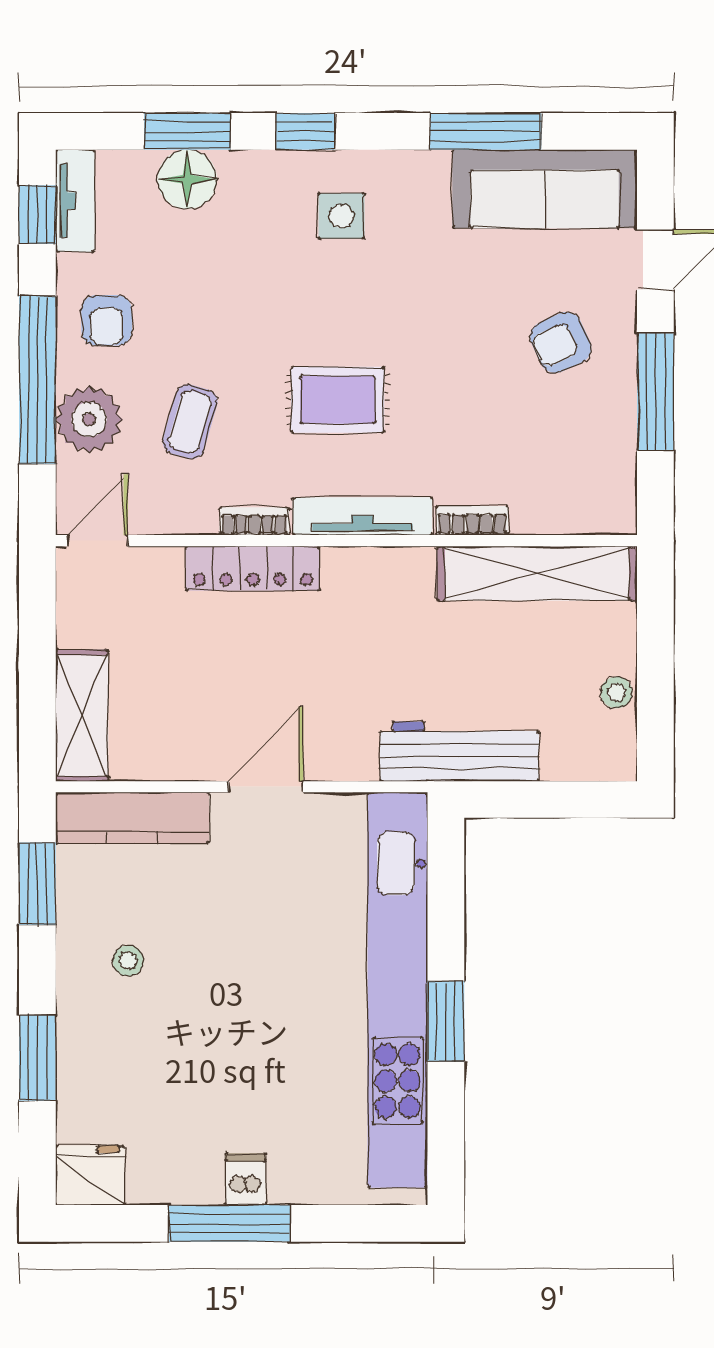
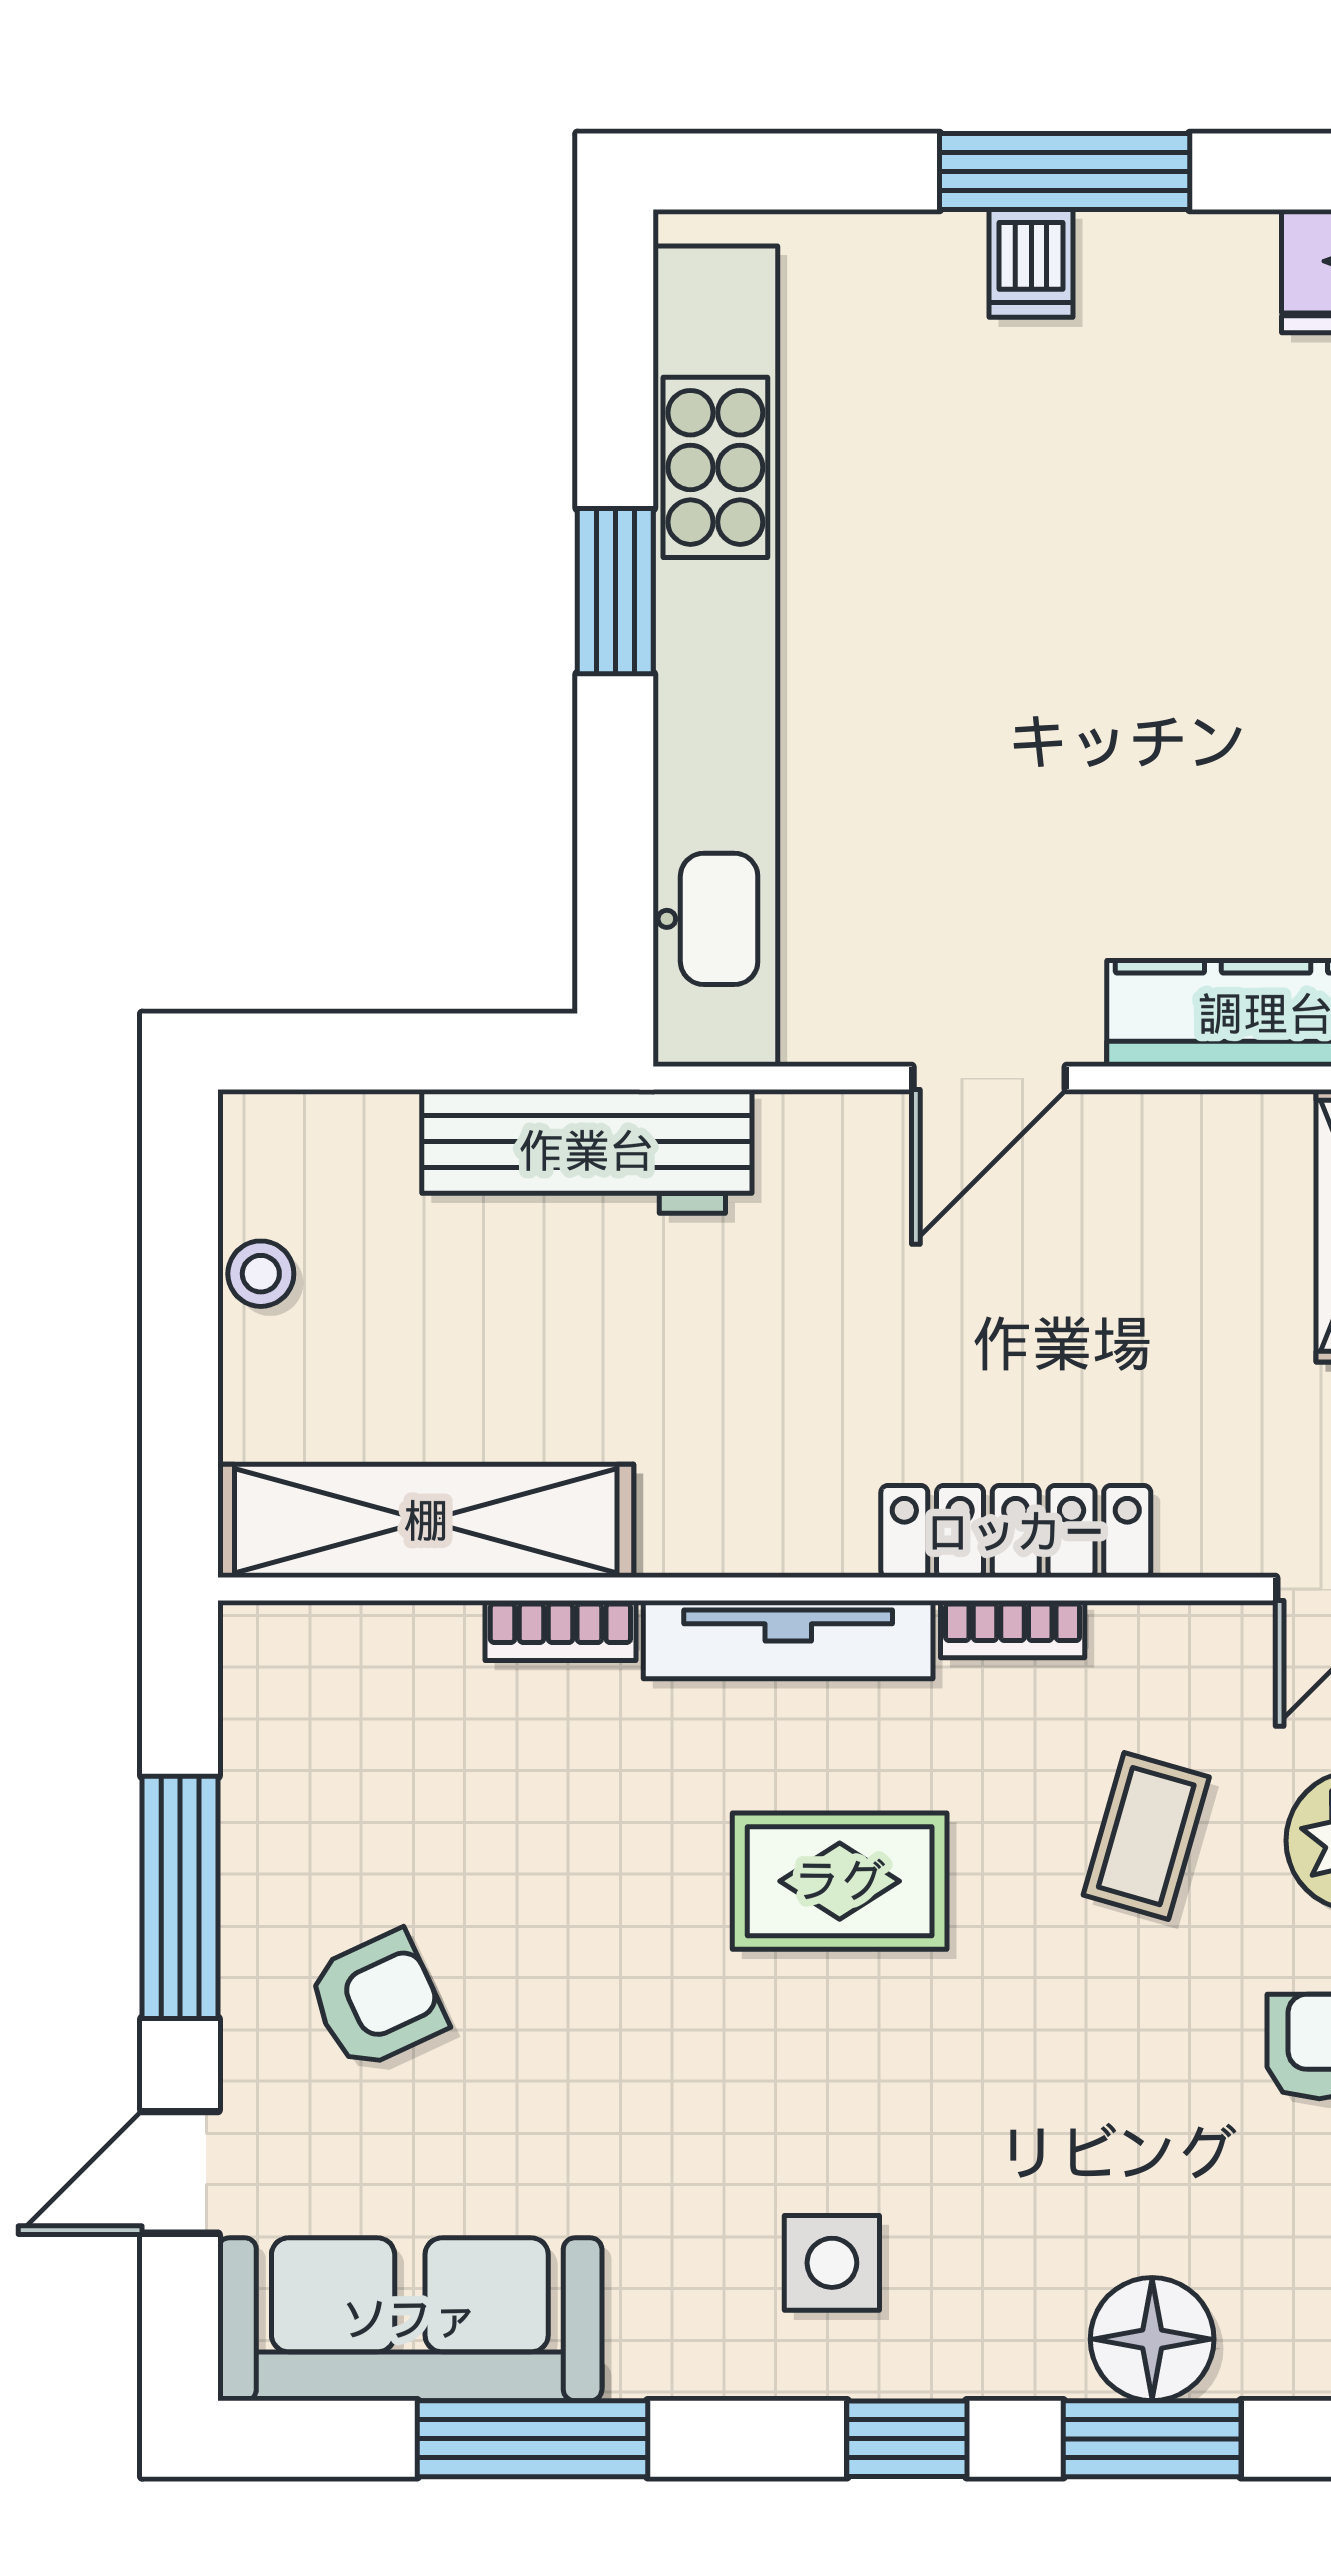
stool: (128, 961) -> (1274, 717), removed

